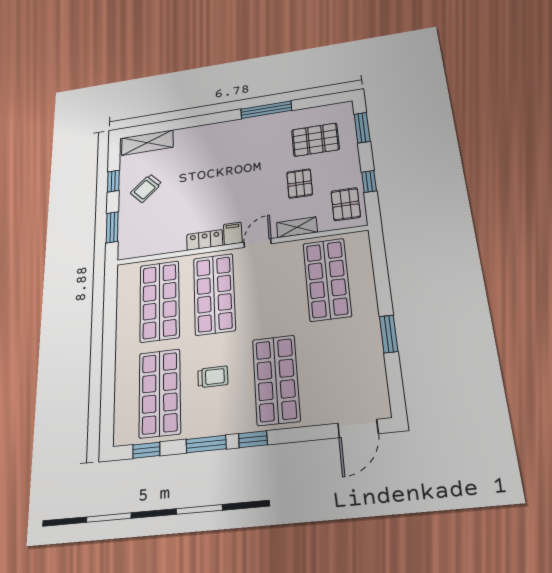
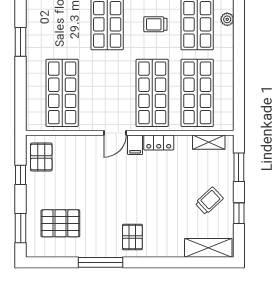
pallet: (300, 184) -> (132, 237), moved
shelving: (297, 227) -> (209, 142), moved
plant: (122, 393) -> (227, 19), added

